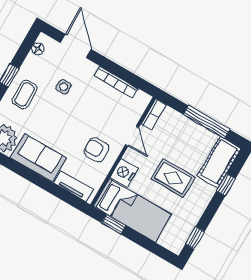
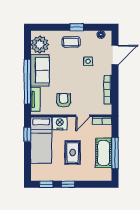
cot: (219, 162) -> (104, 153), moved, turned 90
window: (44, 183) -> (27, 82), added
window: (226, 185) -> (68, 184), moved

